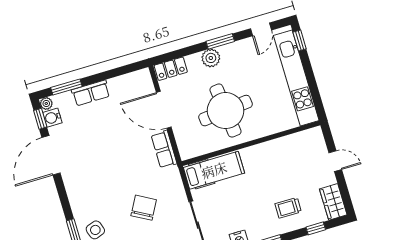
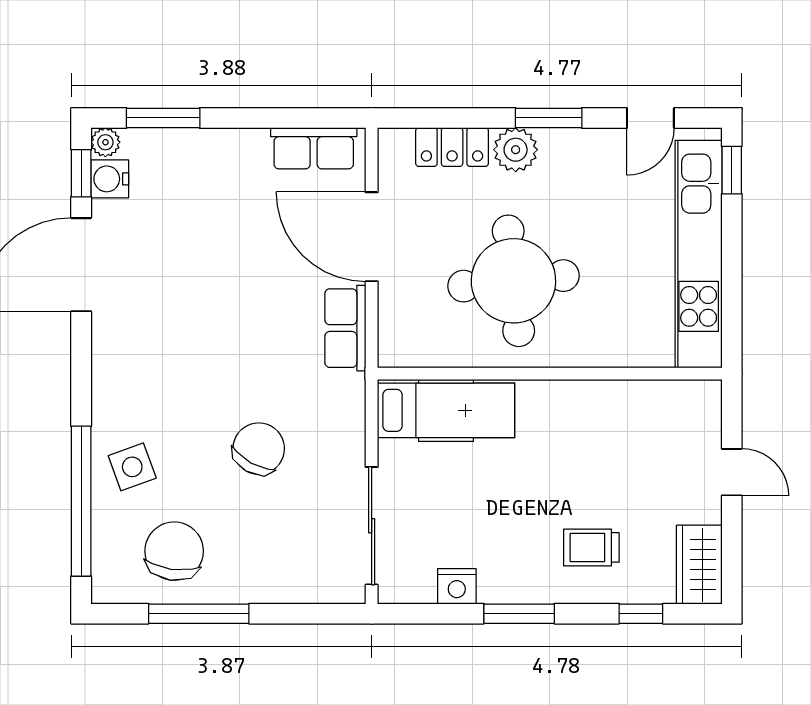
locker: (171, 69) -> (452, 147), moved
row of seats: (91, 93) -> (314, 148), moved

